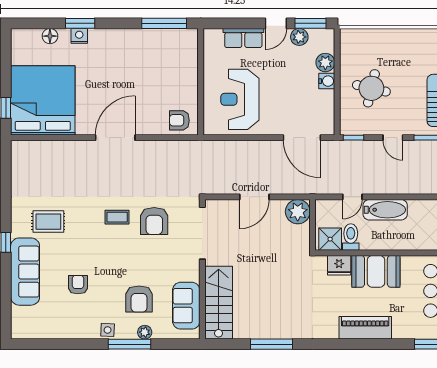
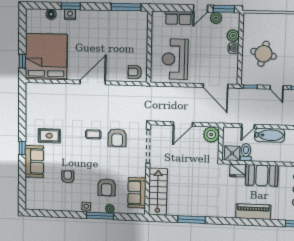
sofa: (25, 272) -> (34, 161), width x0.73

